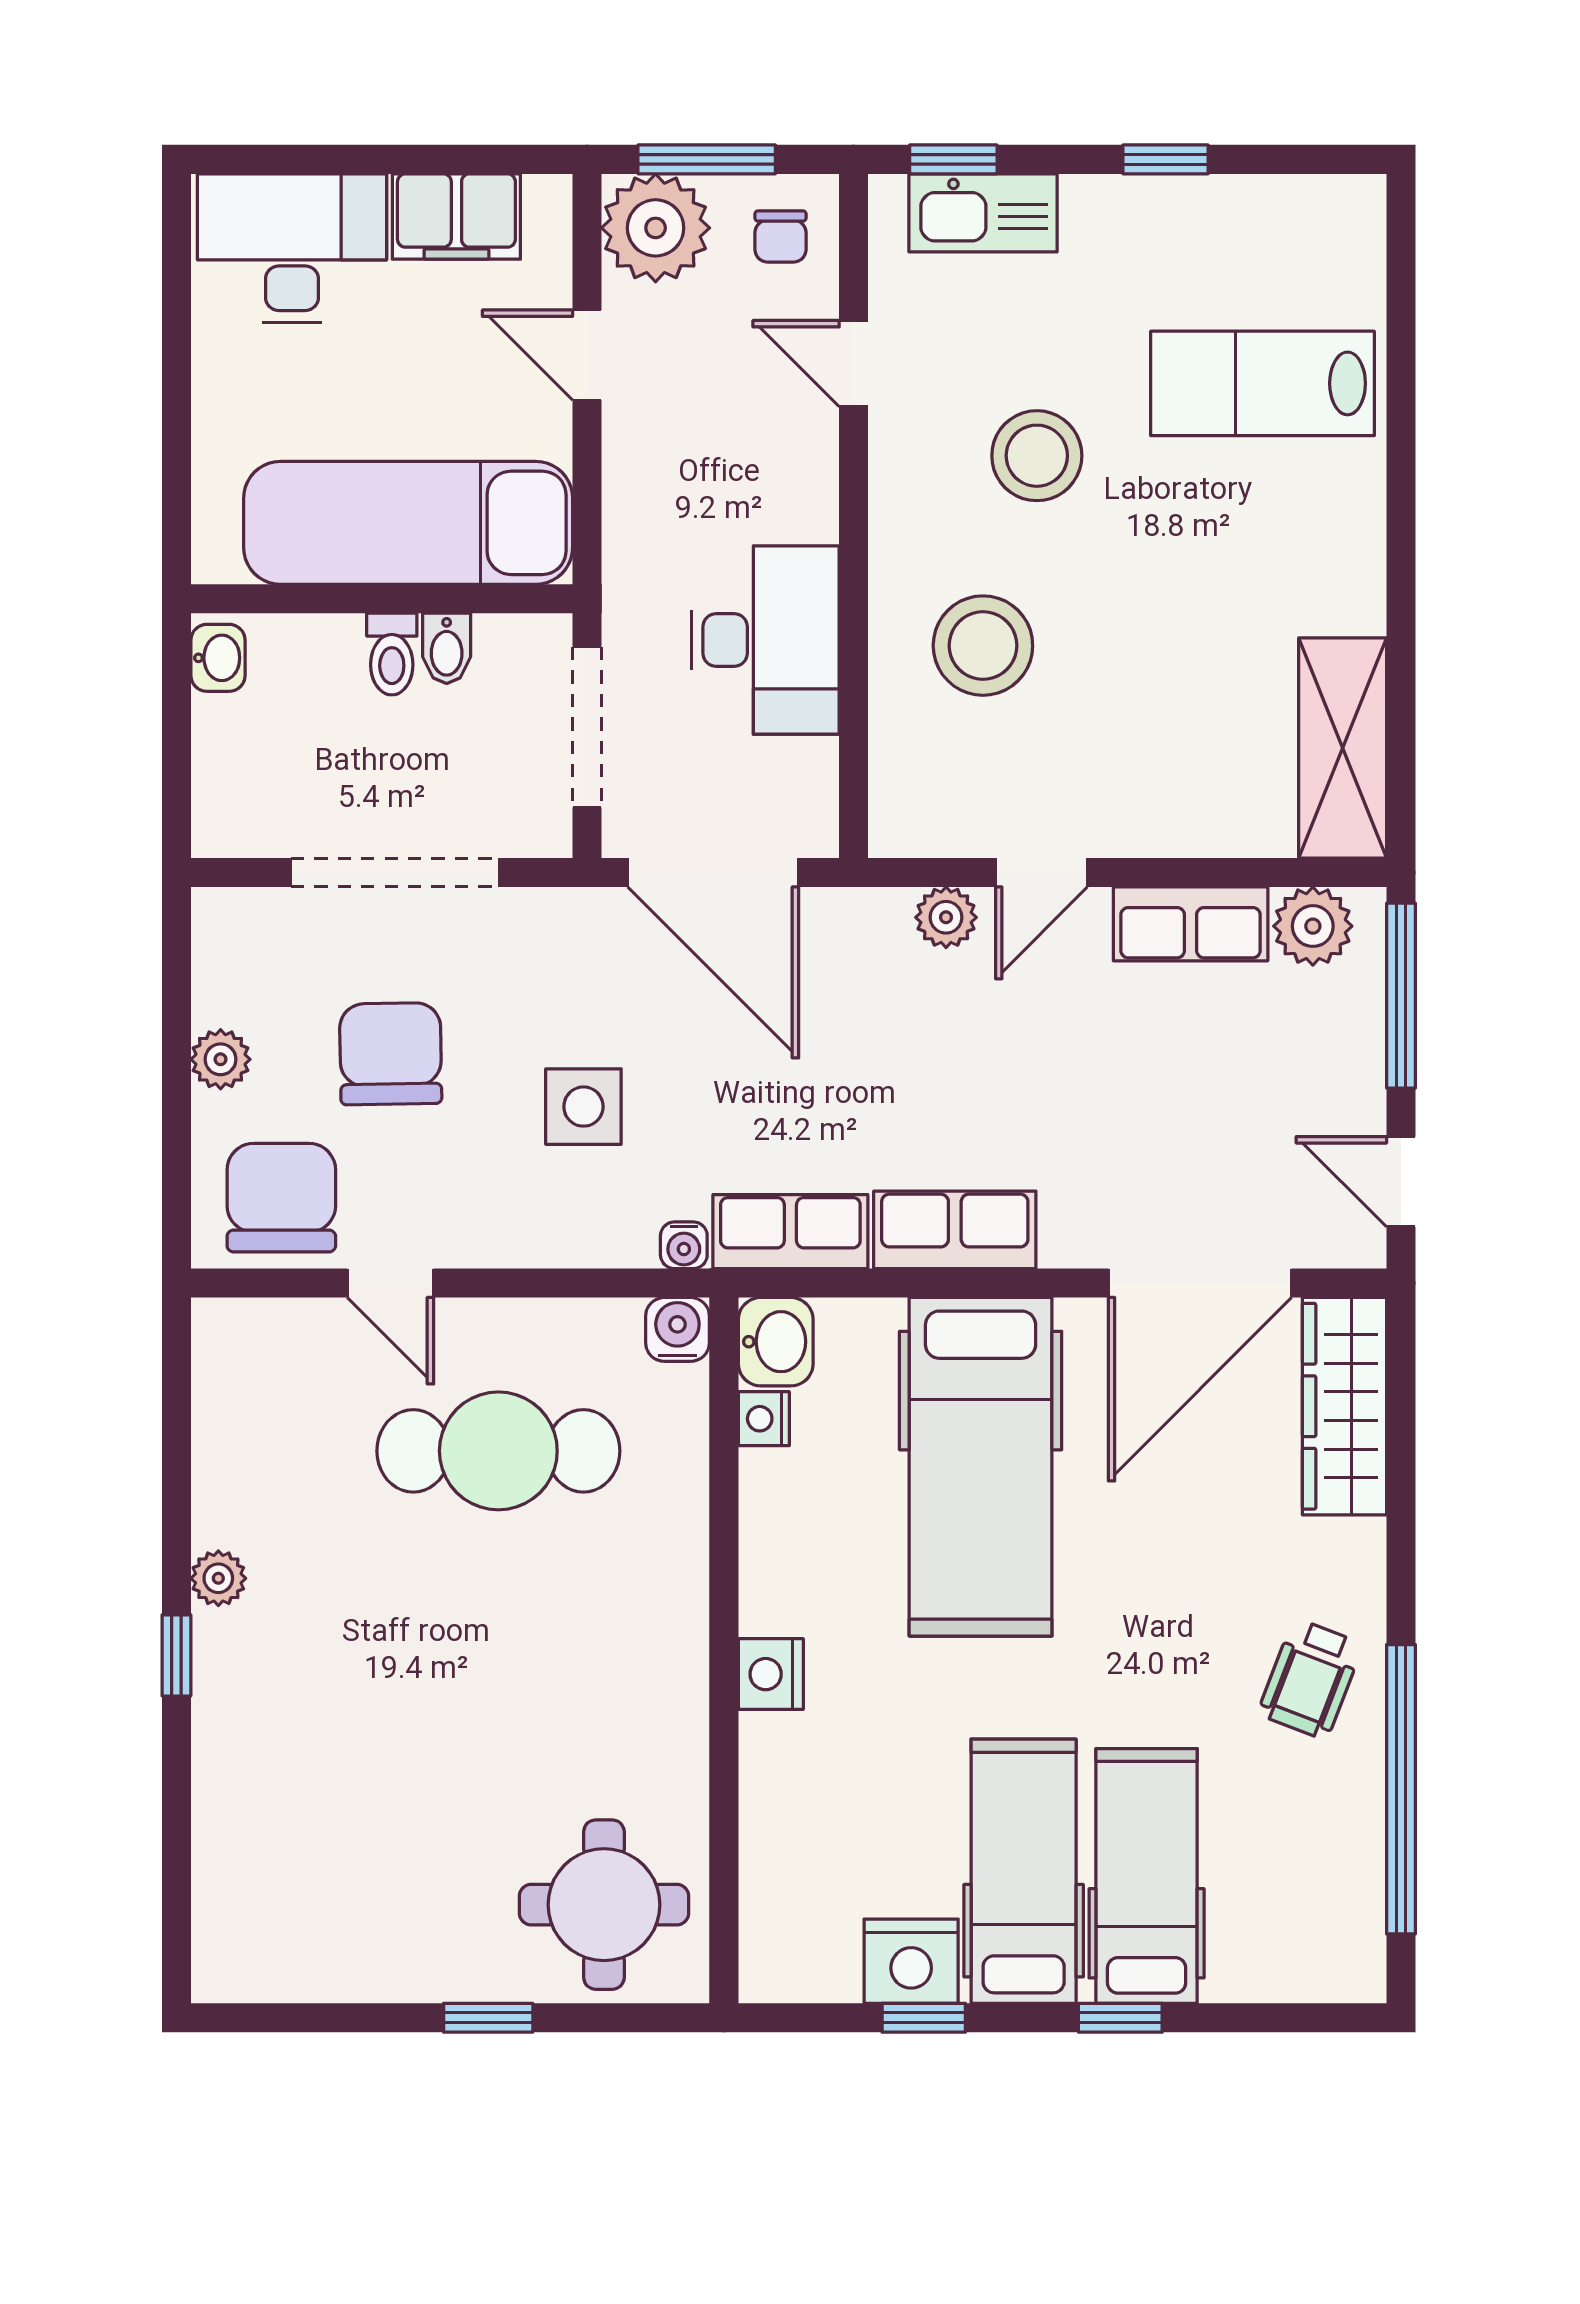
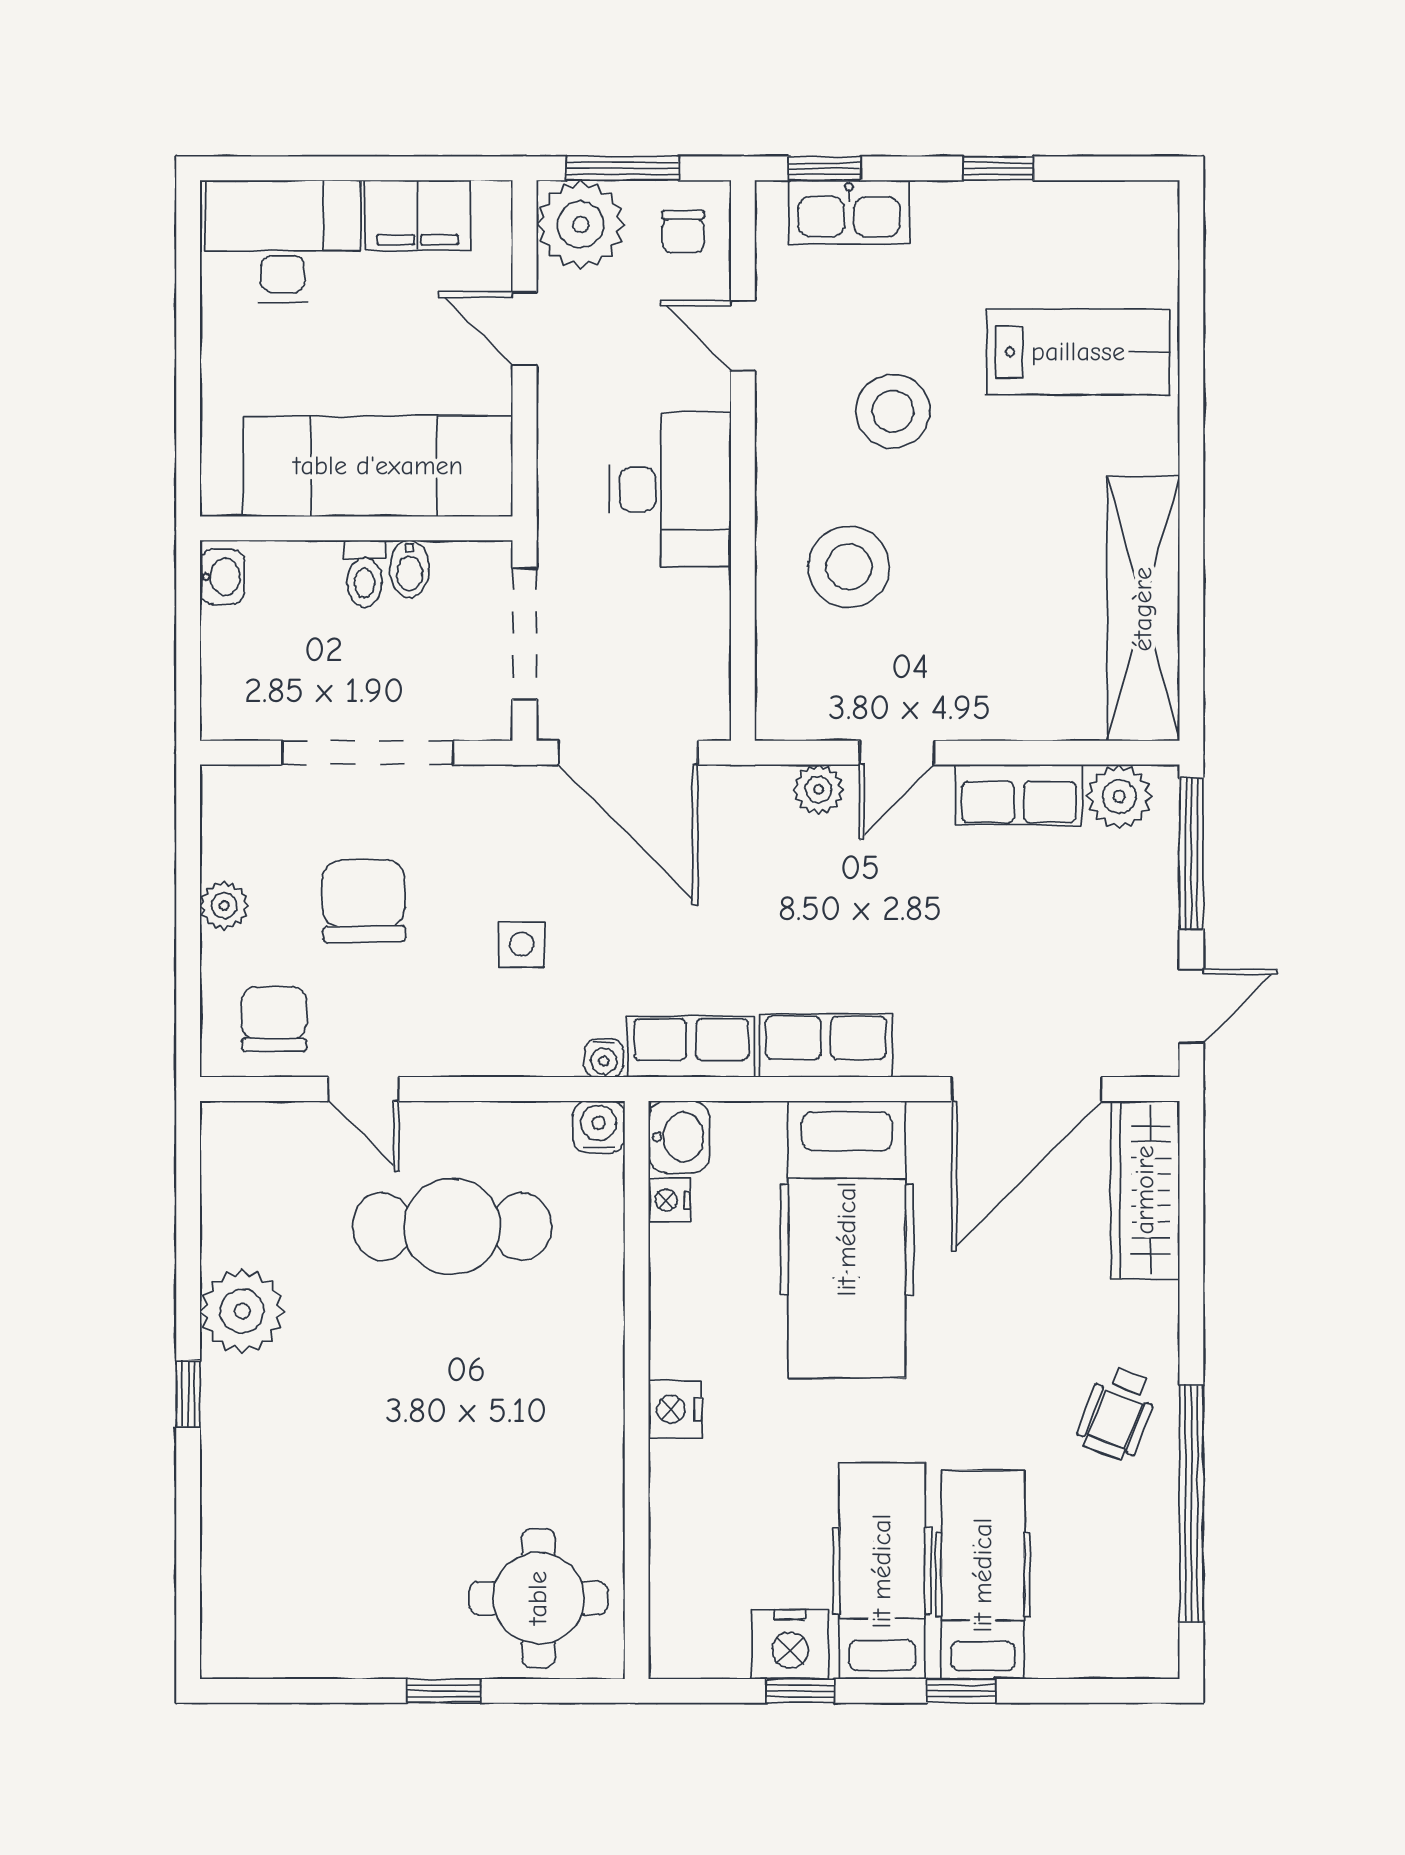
lab bench: (1263, 383) -> (1078, 352), turned 180
desk: (765, 640) -> (670, 489), moved
shelving: (1343, 748) -> (1143, 609), width x1.47
side table: (583, 1107) -> (522, 944), width x0.73, depth x0.73
door: (1401, 1182) -> (1191, 1006), swing flipped
chair: (281, 1198) -> (274, 1019), width x0.73, depth x0.73
plant: (218, 1578) -> (242, 1311), width x1.87, depth x1.87

